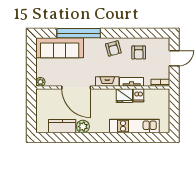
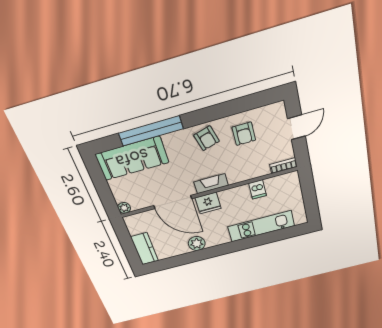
tv unit: (132, 82) -> (244, 175), removed
fridge: (124, 96) -> (208, 203), moved
kitchen counter: (62, 126) -> (145, 249), moved, turned 90

